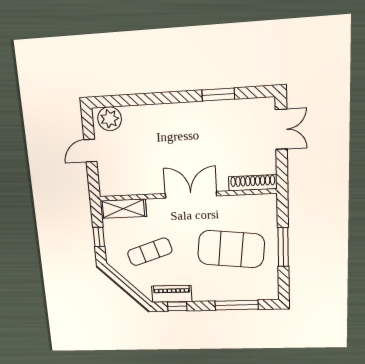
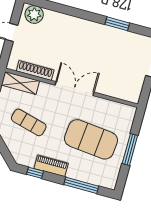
shoe rack: (253, 183) -> (35, 71), moved
exercise mat: (150, 252) -> (29, 122), turned 33
piano: (172, 294) -> (51, 166), moved

